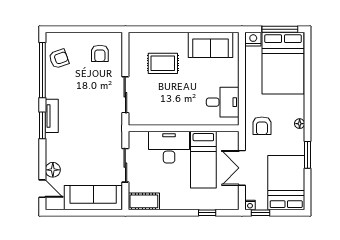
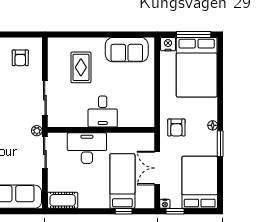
rug: (163, 63) -> (81, 67), turned 90
desk: (223, 102) -> (103, 111), moved, turned 90
plant: (117, 129) -> (37, 131), added
window: (307, 155) -> (220, 144), moved
bed: (203, 160) -> (122, 181), moved, turned 180
sliding door: (125, 165) -> (45, 152), moved

